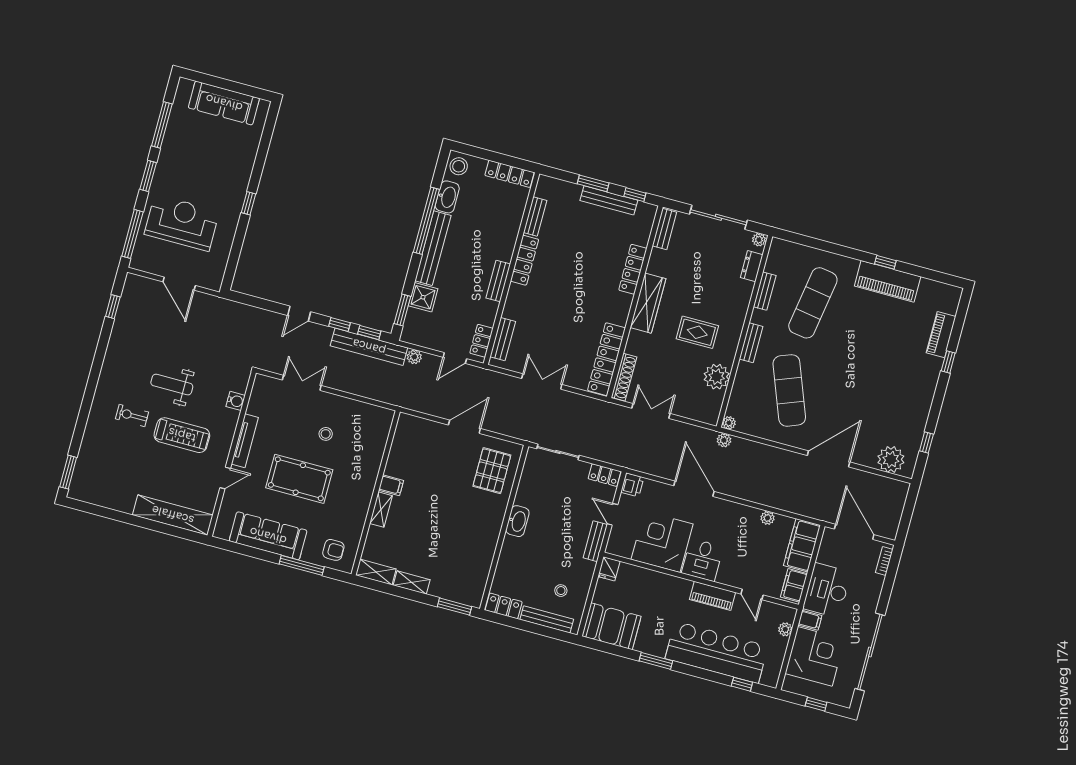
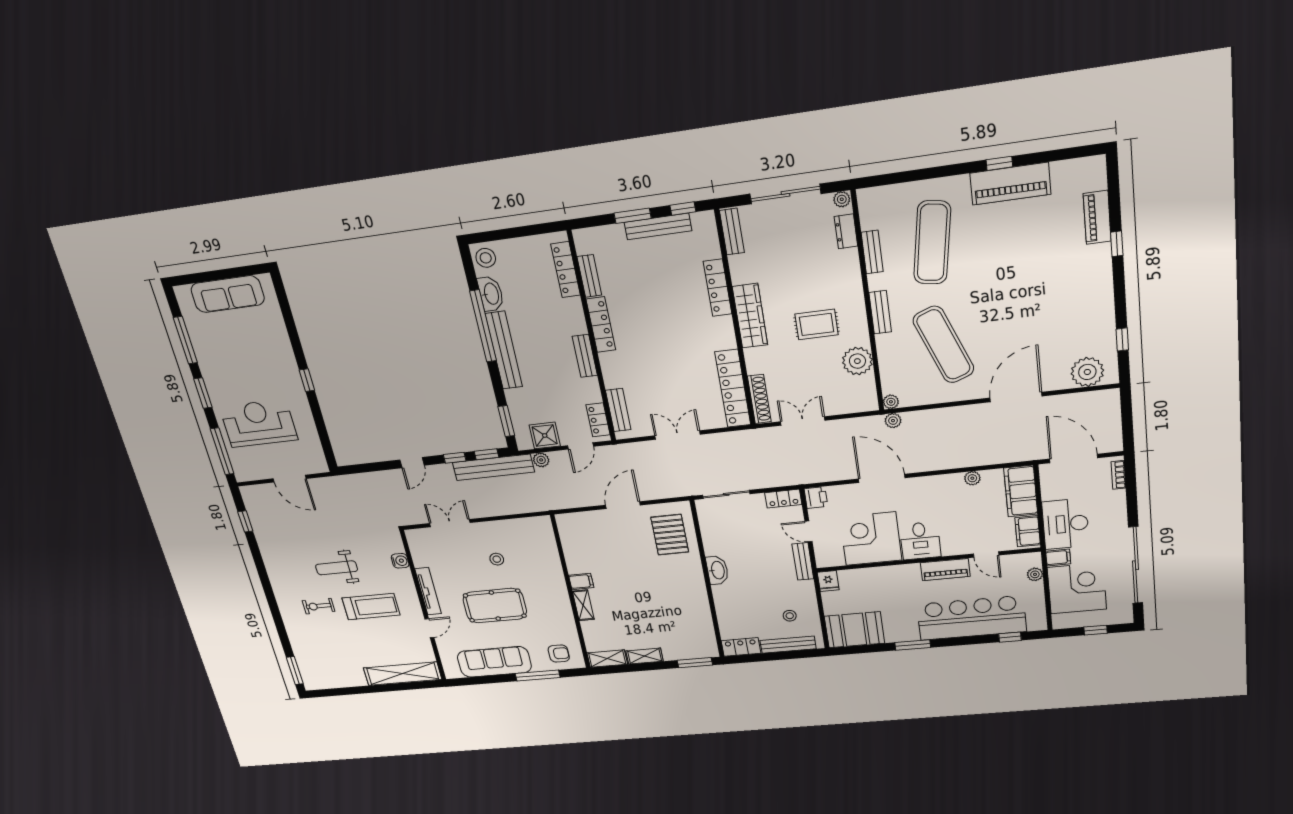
locker: (509, 174) -> (566, 270), moved, turned 90
shower: (423, 297) -> (545, 435), moved

